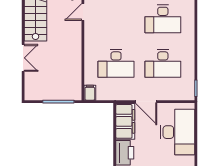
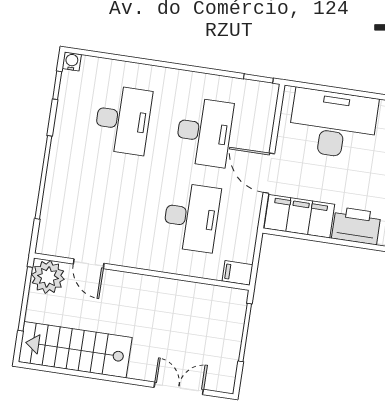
double door: (23, 58) -> (179, 388), moved
door: (146, 102) -> (269, 173), swing flipped

